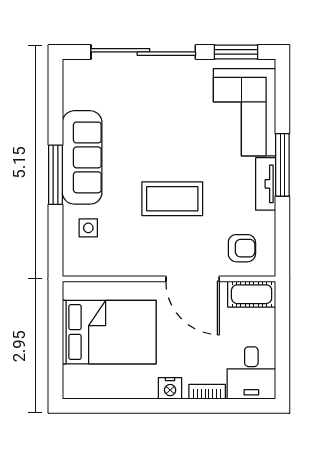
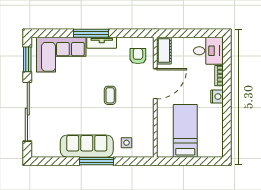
coffee table: (172, 199) -> (110, 95), width x0.54, depth x0.58
bed: (109, 332) -> (185, 131), width x0.67

